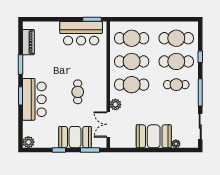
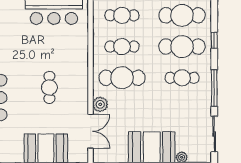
cafe table: (132, 38) -> (122, 15), width x0.73, depth x0.74
cafe table: (132, 61) -> (122, 47), width x0.73, depth x0.74
double door: (108, 124) -> (91, 131), swing flipped

